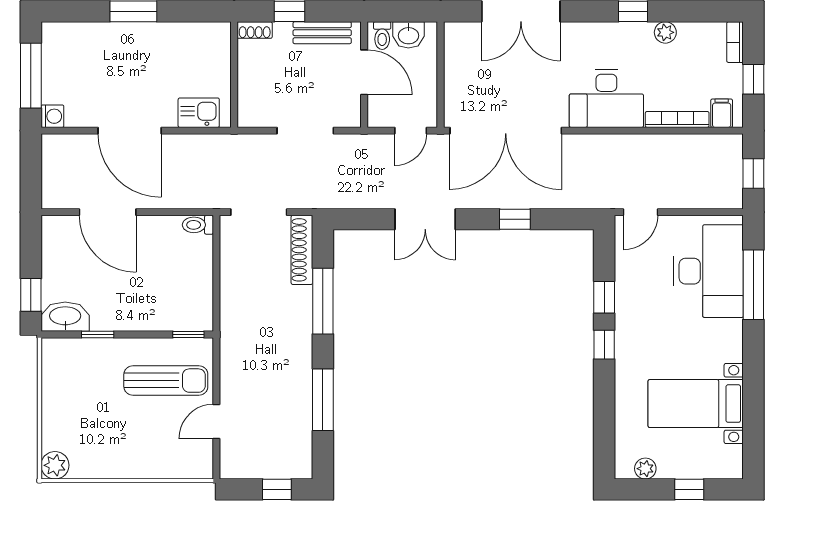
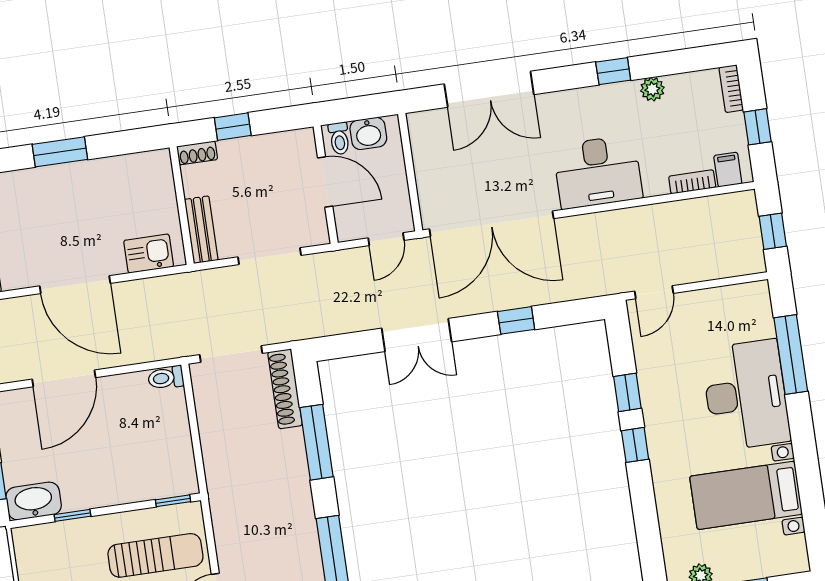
bench: (322, 33) -> (201, 230), moved, turned 90
bookcase: (677, 119) -> (692, 182), width x0.64
door: (108, 212) -> (64, 378), hinge flipped
desk: (708, 271) -> (746, 395), moved

